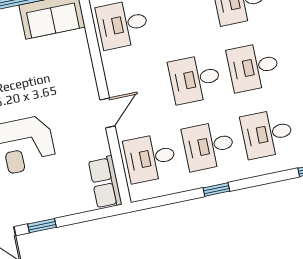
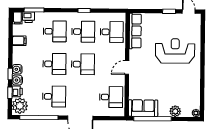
door: (108, 113) -> (127, 67), moved
row of seats: (105, 182) -> (135, 31), width x1.48

